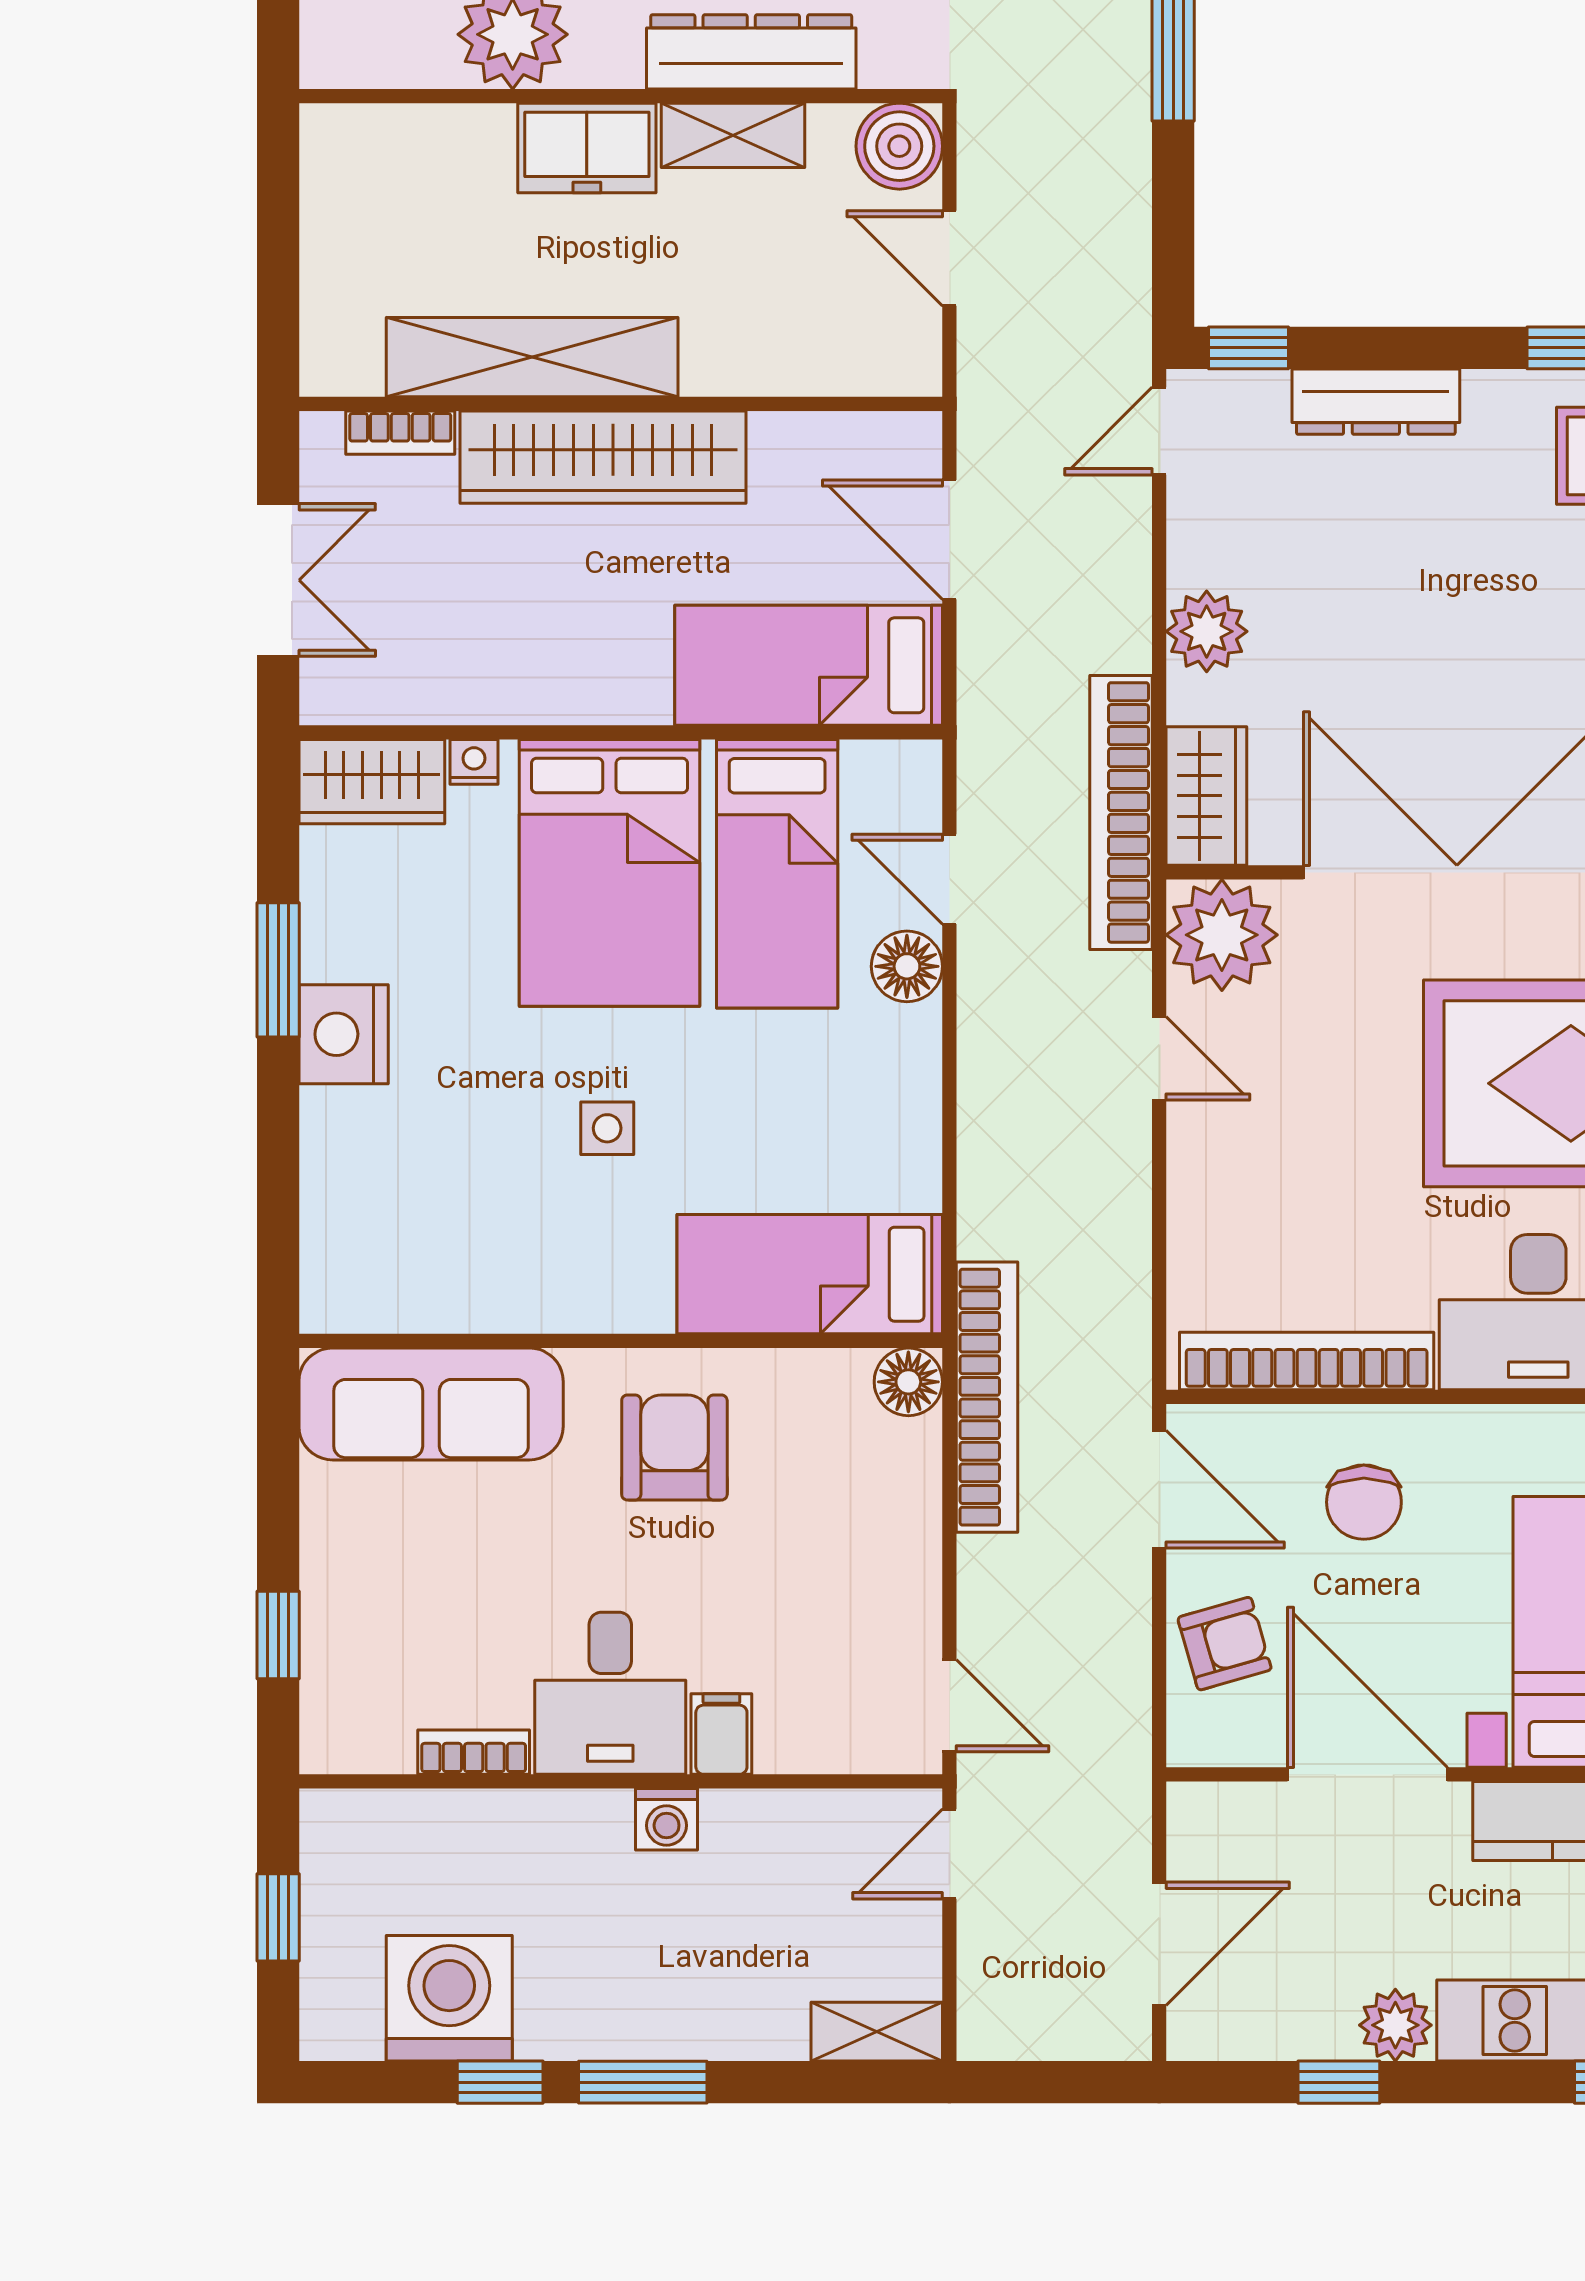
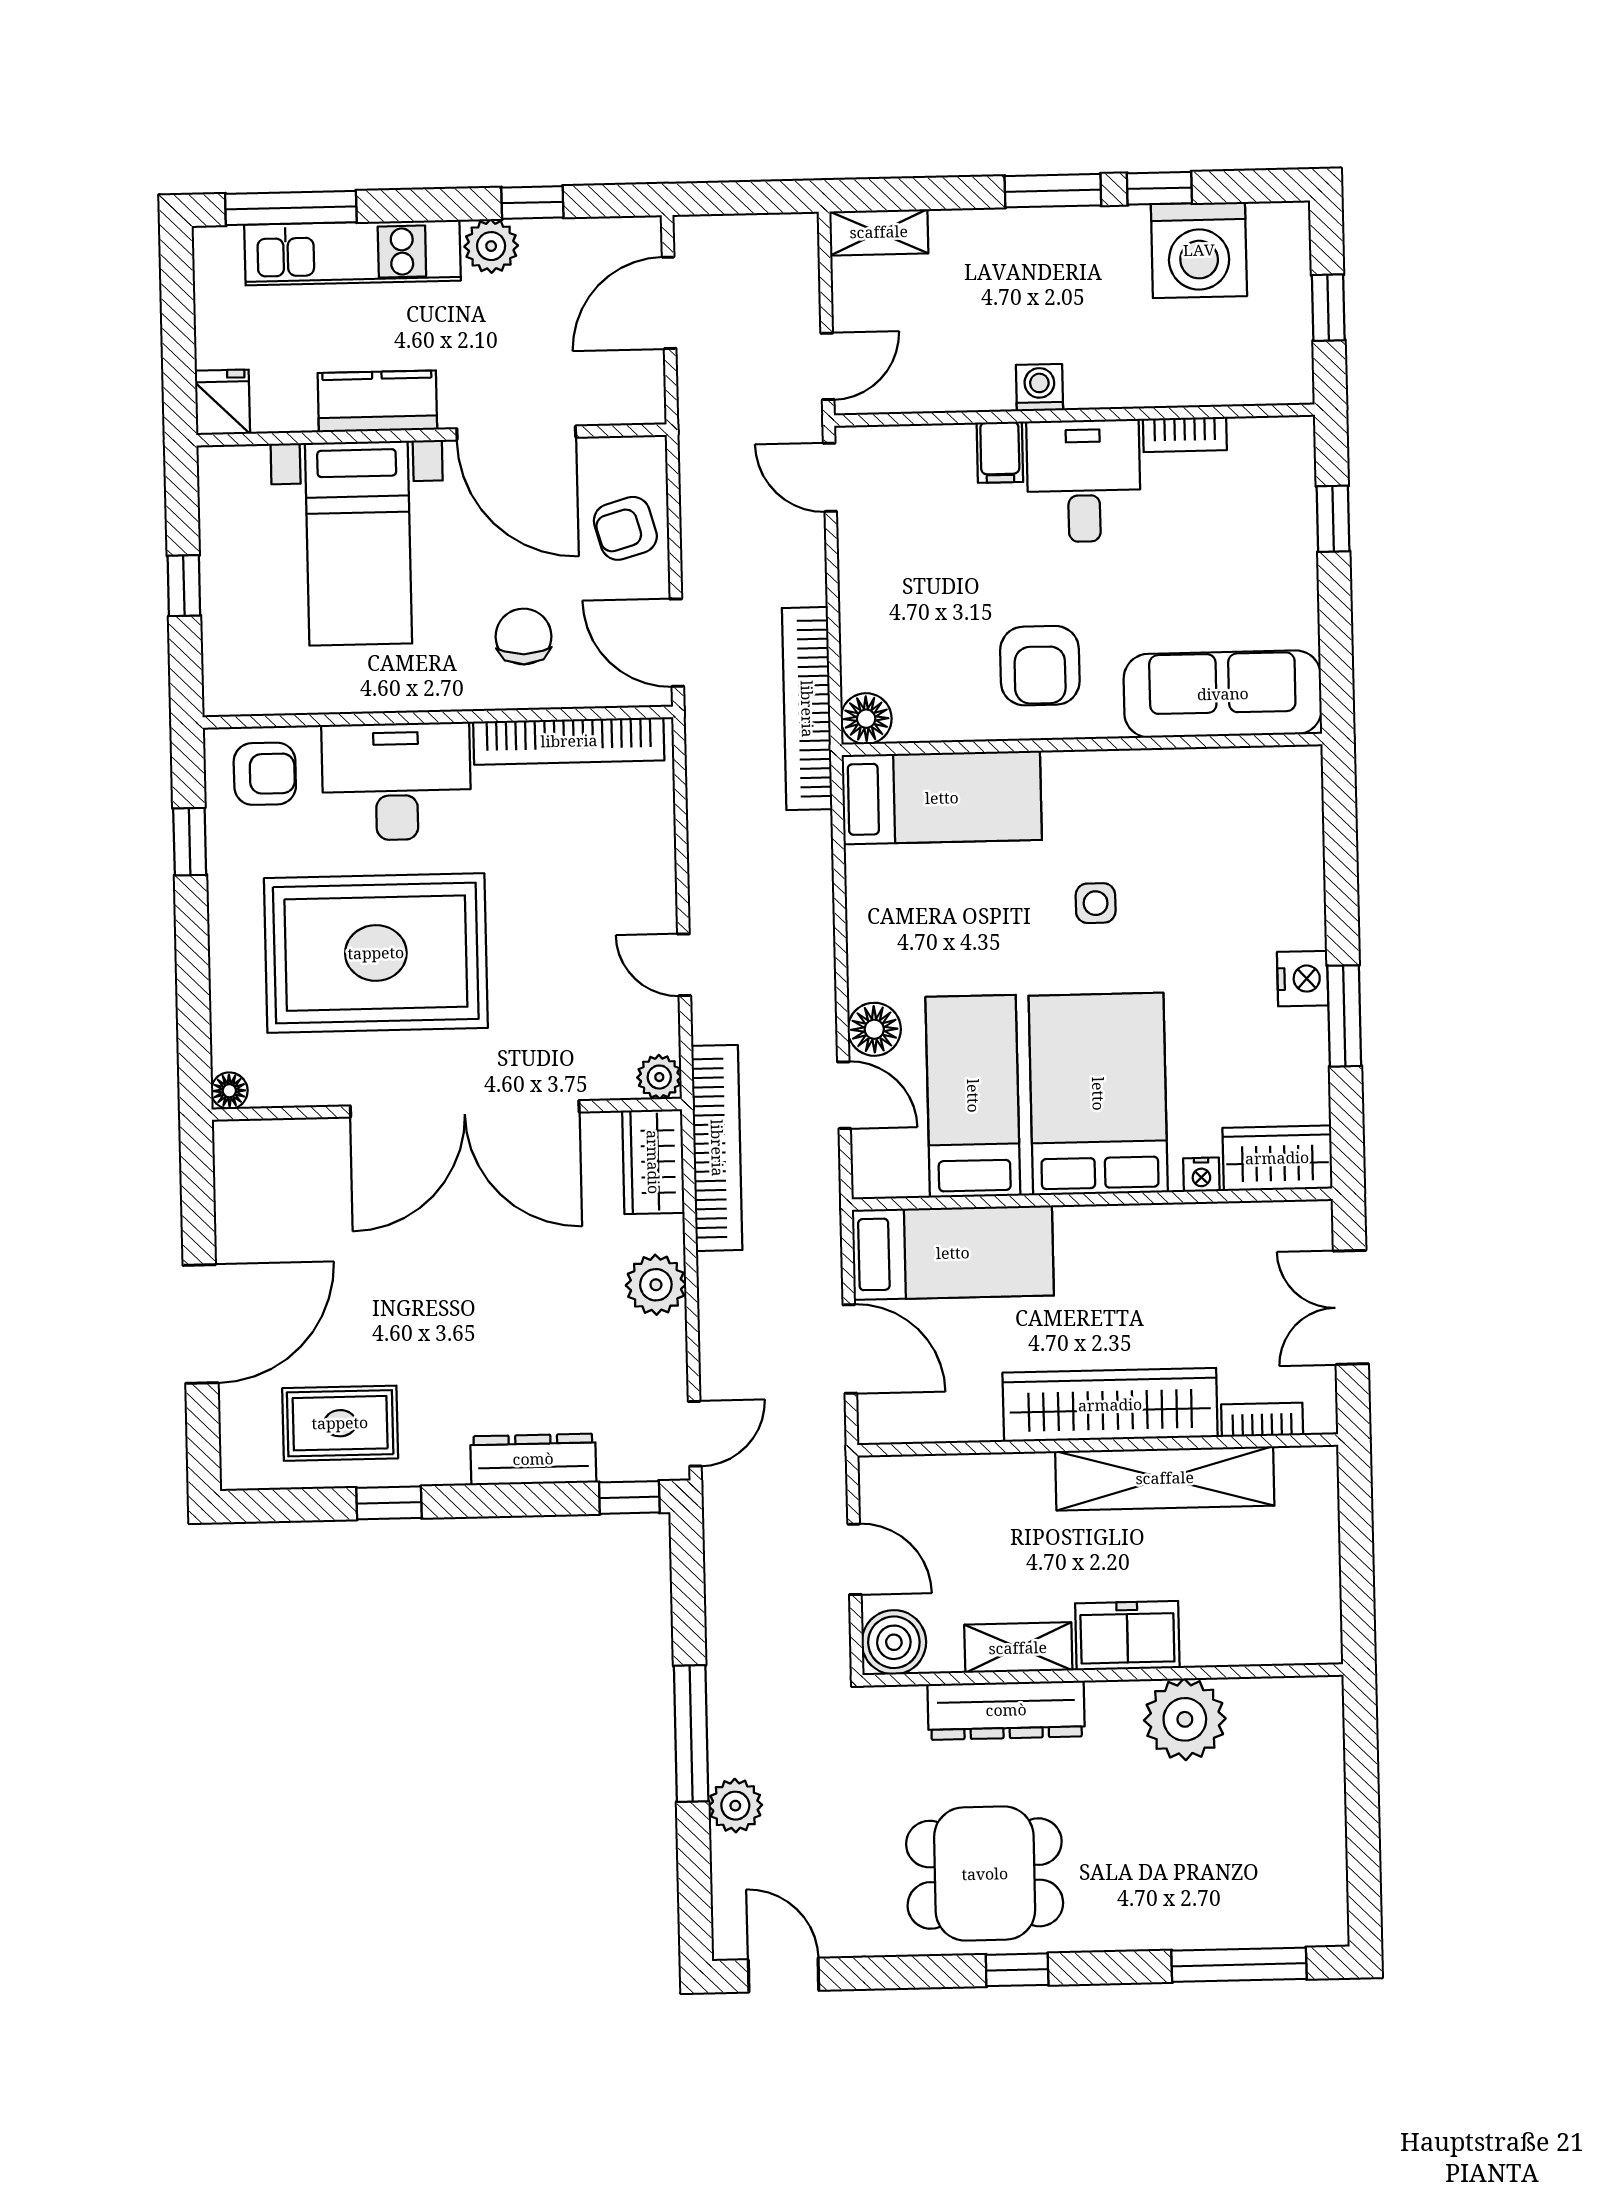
plant: (1222, 935) -> (659, 1077), width x0.53, depth x0.53
nightstand: (344, 1034) -> (1303, 979), width x0.74, depth x0.75

